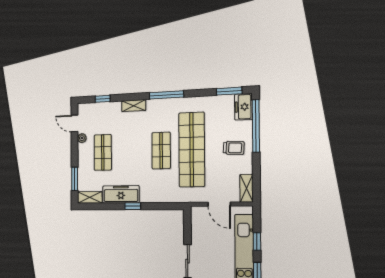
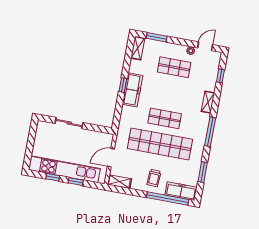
window: (229, 91) -> (203, 172), moved
freezer: (243, 107) -> (181, 191), width x1.40
freezer: (121, 194) -> (133, 90), moved

